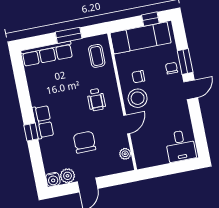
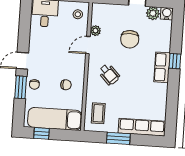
stool: (138, 98) -> (78, 14), moved, width x0.53, depth x0.53
wheelchair: (96, 100) -> (109, 74), turned 136
plant: (125, 154) -> (95, 31), moved

